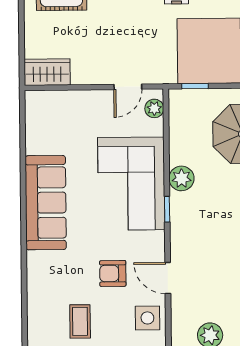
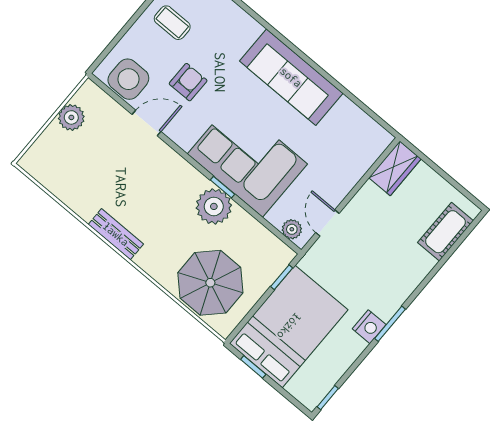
plant: (182, 178) -> (214, 206), width x1.36, depth x1.36
window: (167, 209) -> (222, 187), moved
side table: (147, 318) -> (128, 79), width x1.37, depth x1.37

